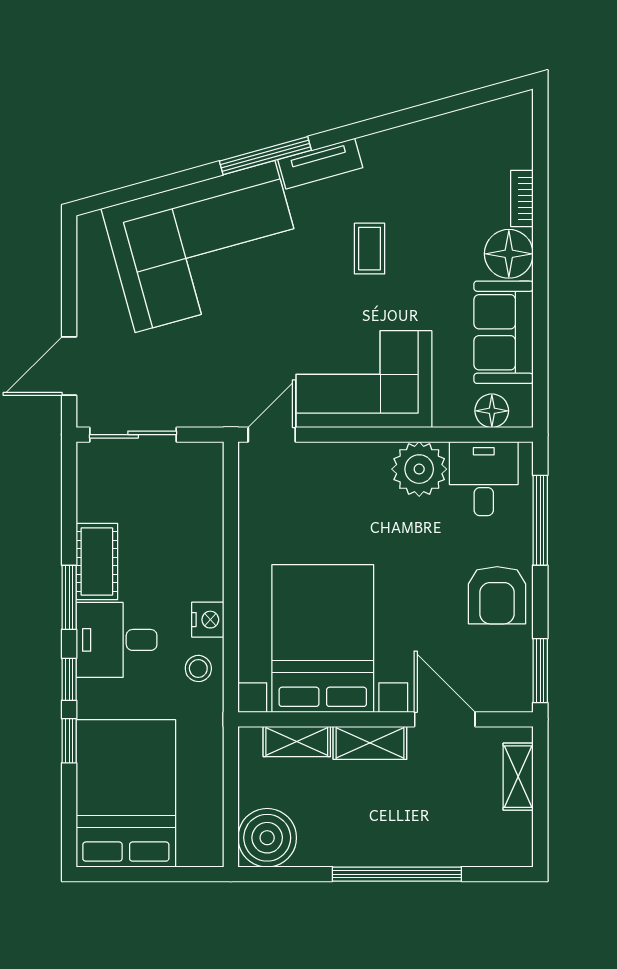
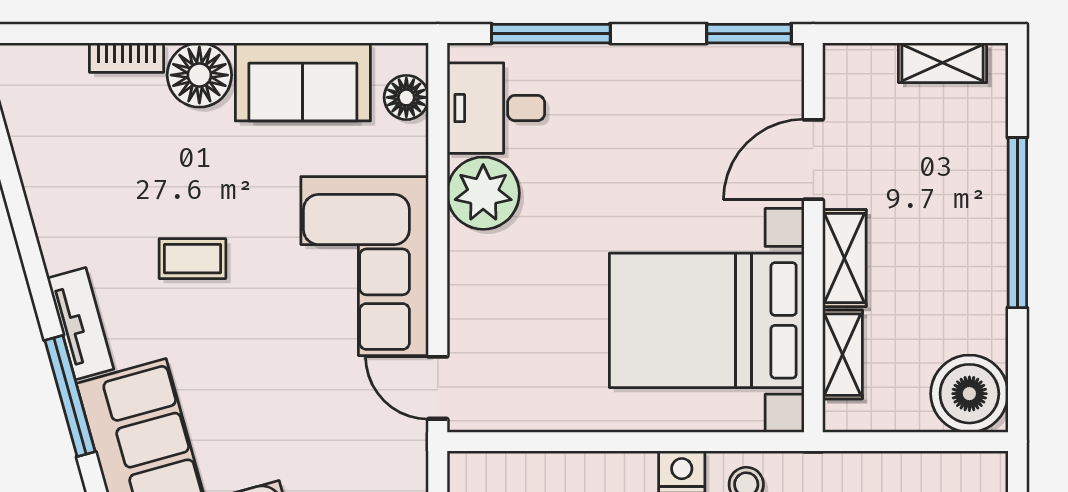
armchair: (497, 595) -> (650, 91), removed
shelving: (518, 777) -> (943, 63), moved

